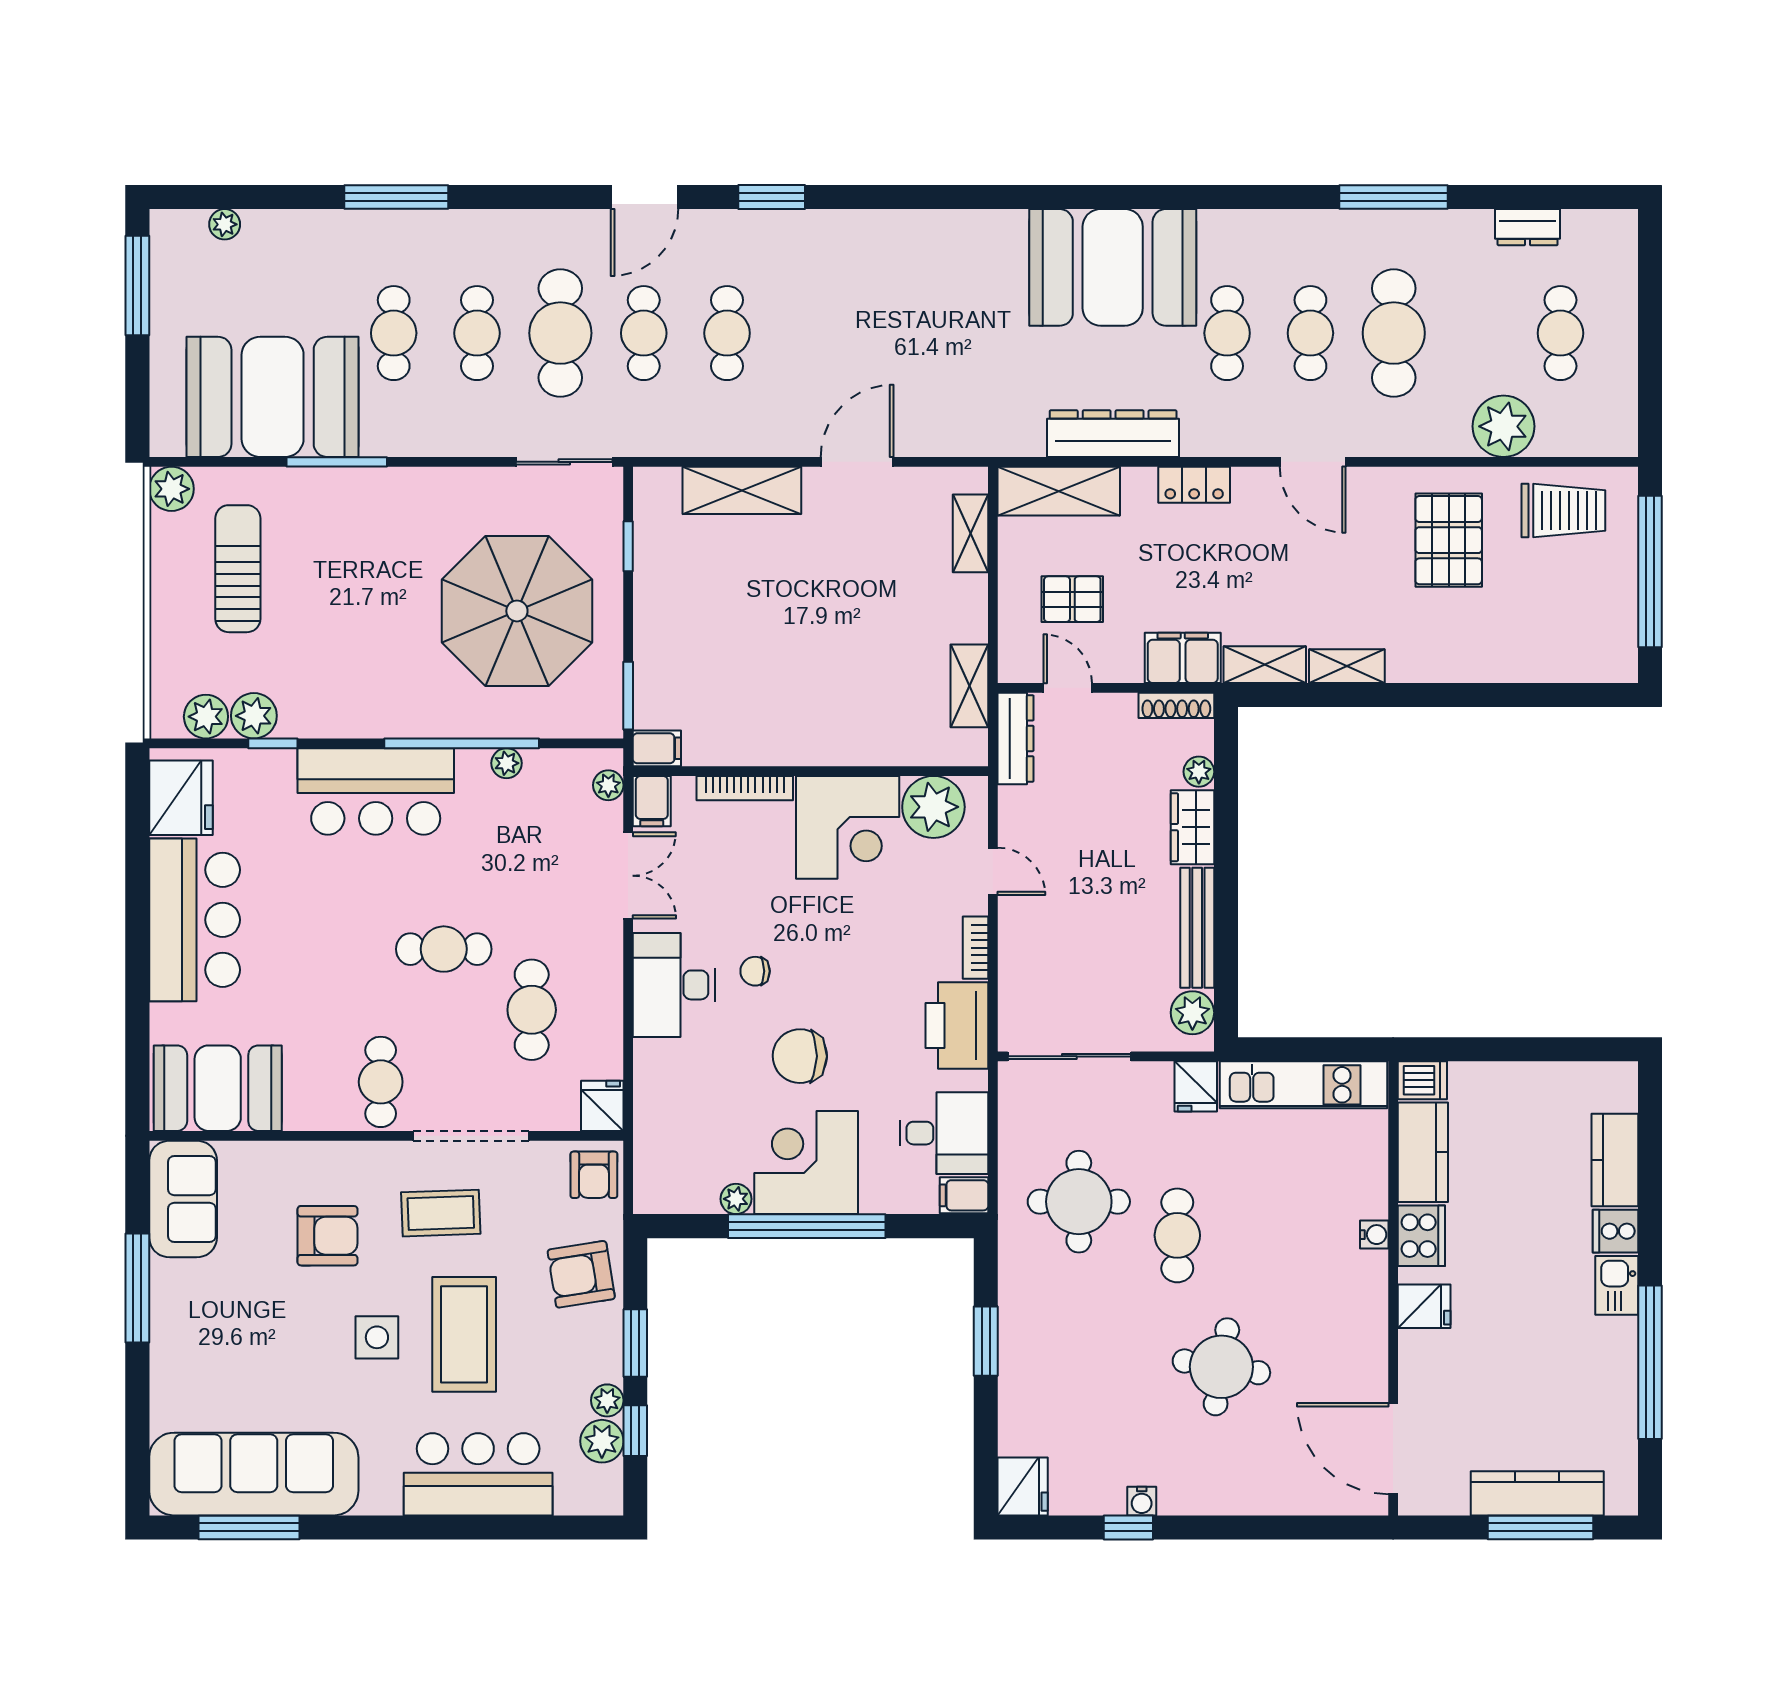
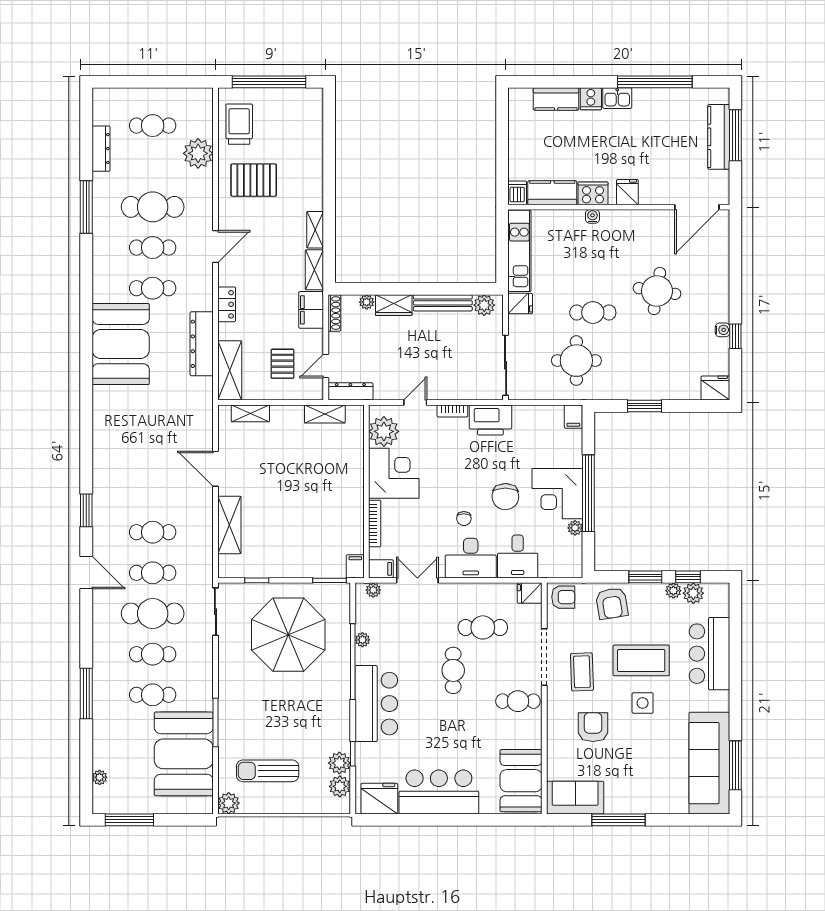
dresser: (1528, 227) -> (101, 149), width x1.44
desk: (944, 1133) -> (518, 557), moved, turned 180

